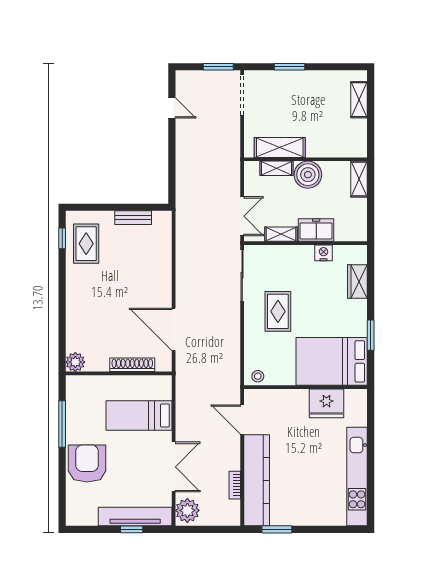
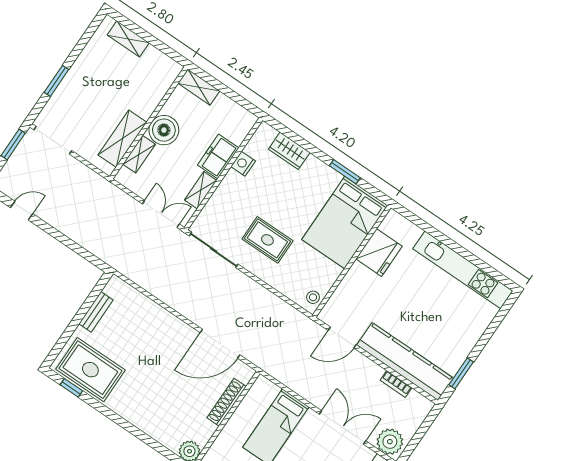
rug: (86, 244) -> (90, 370), width x1.36, depth x1.43

